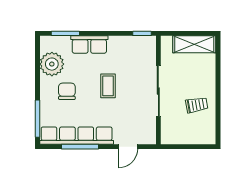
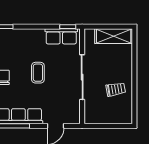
row of seats: (89, 44) -> (61, 36), moved

